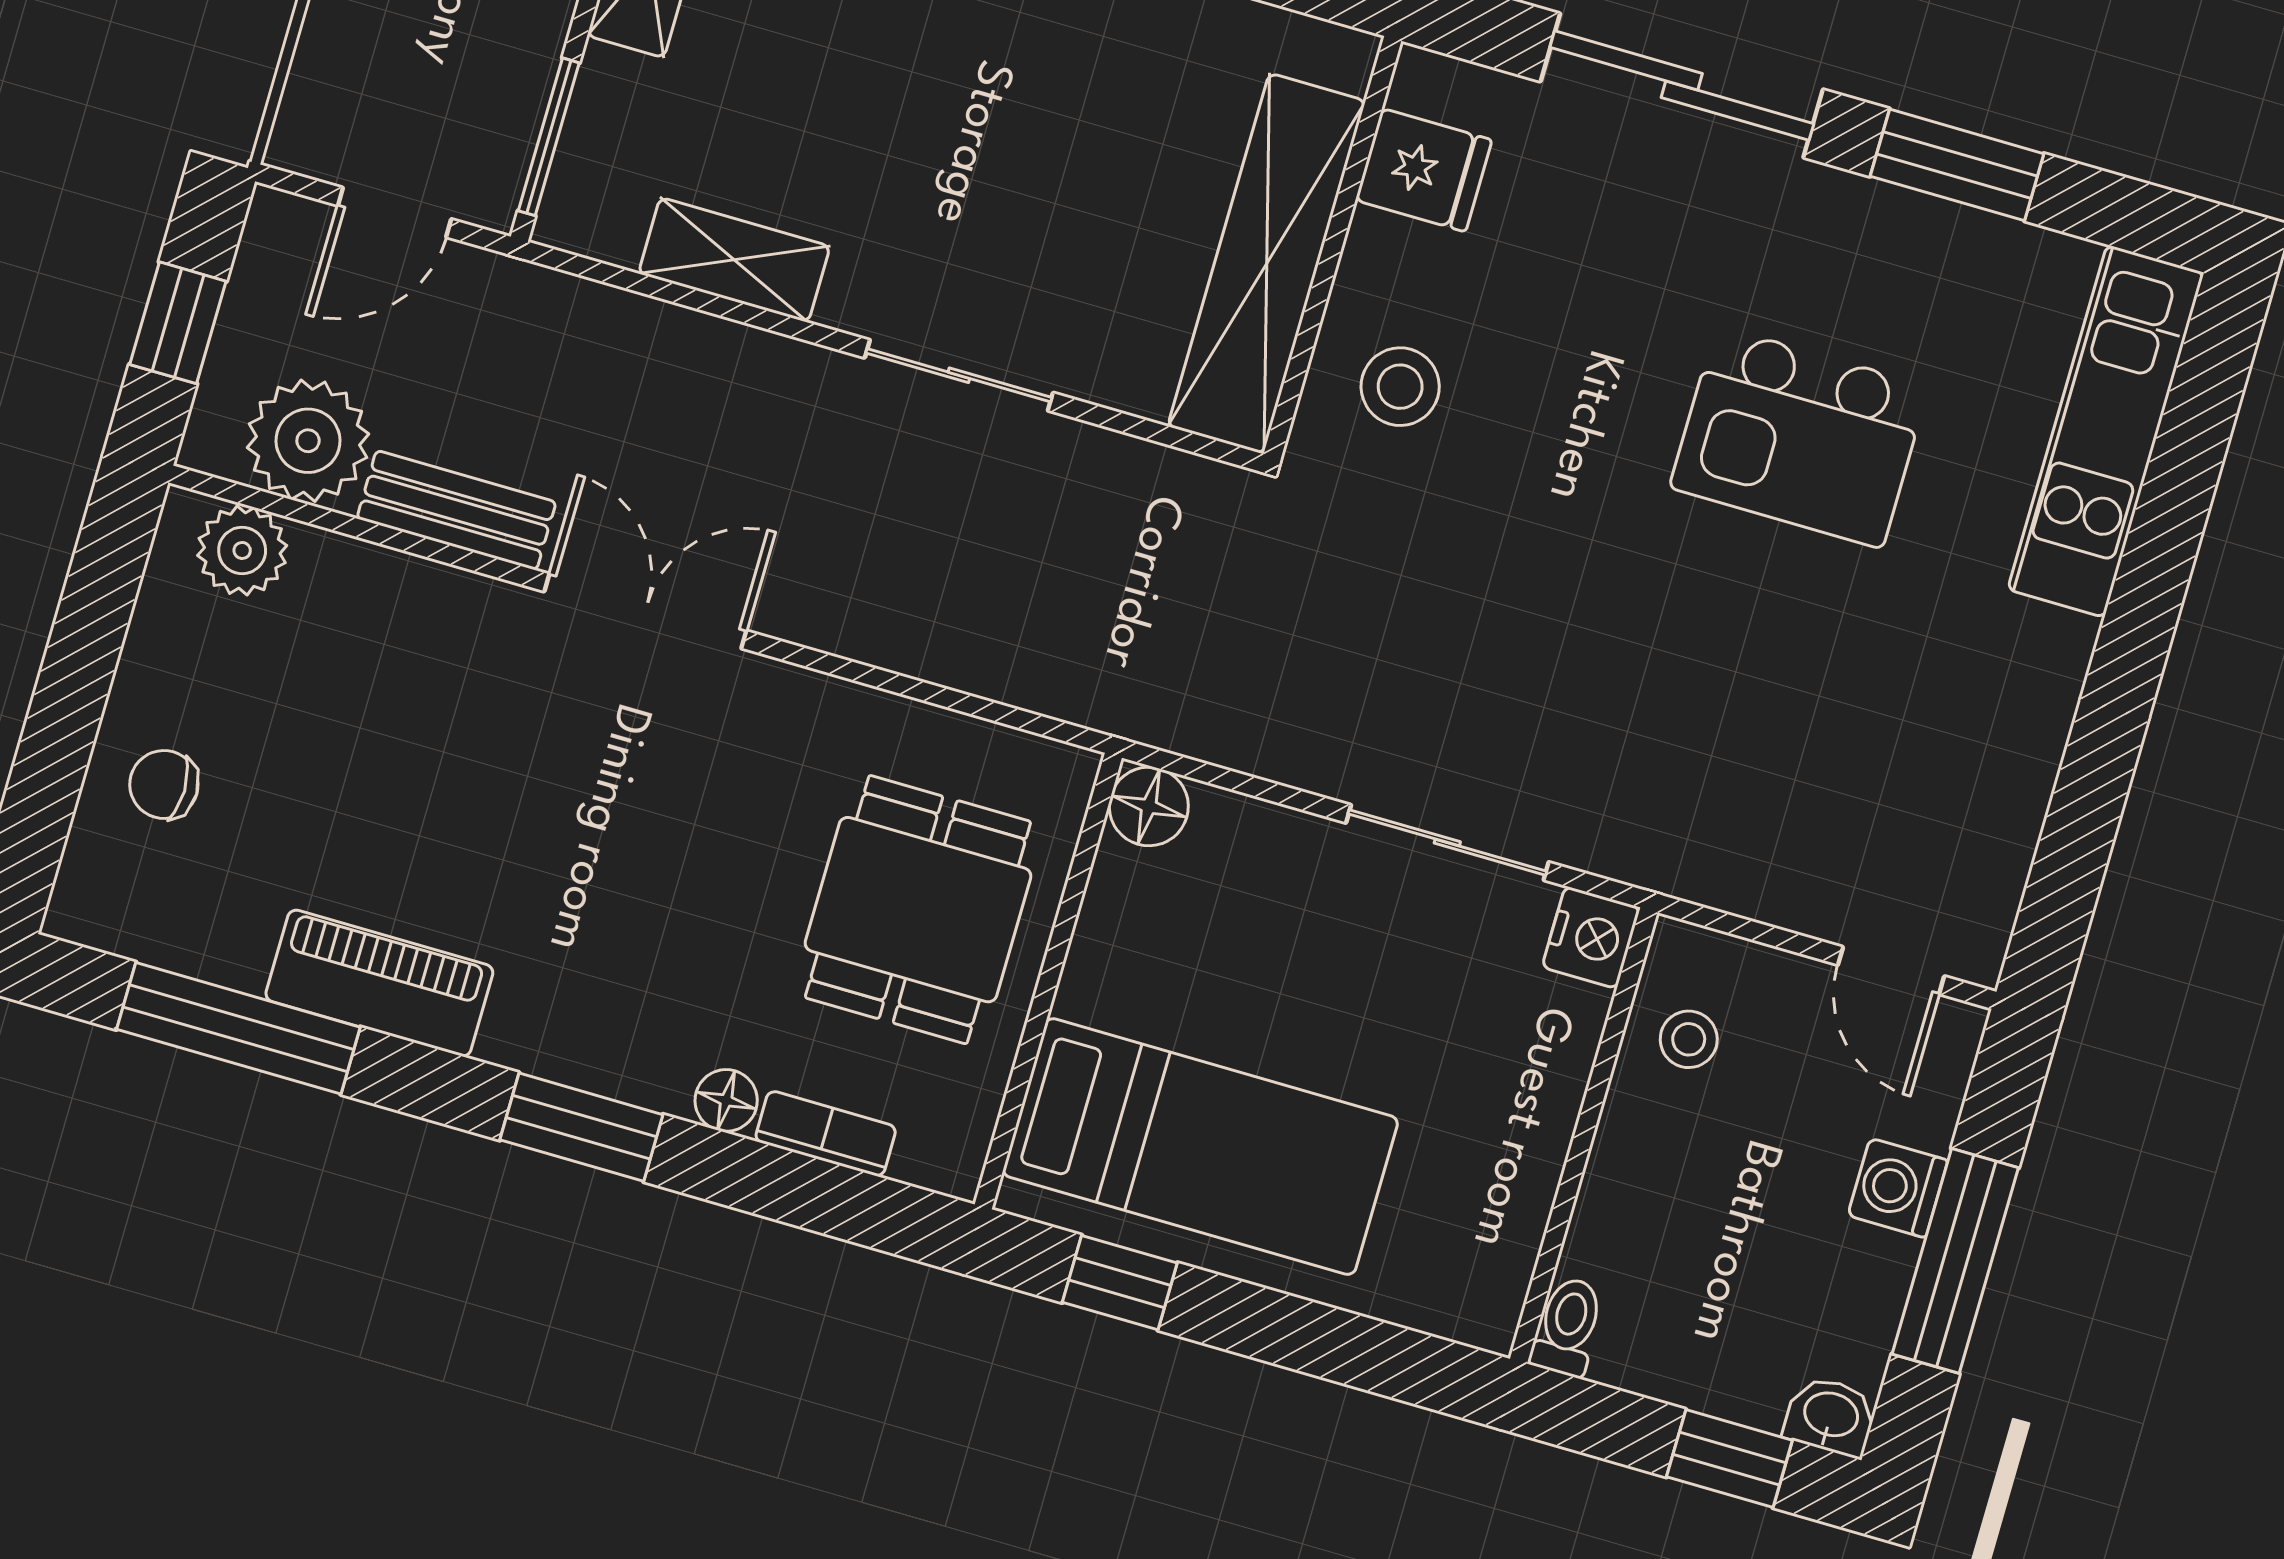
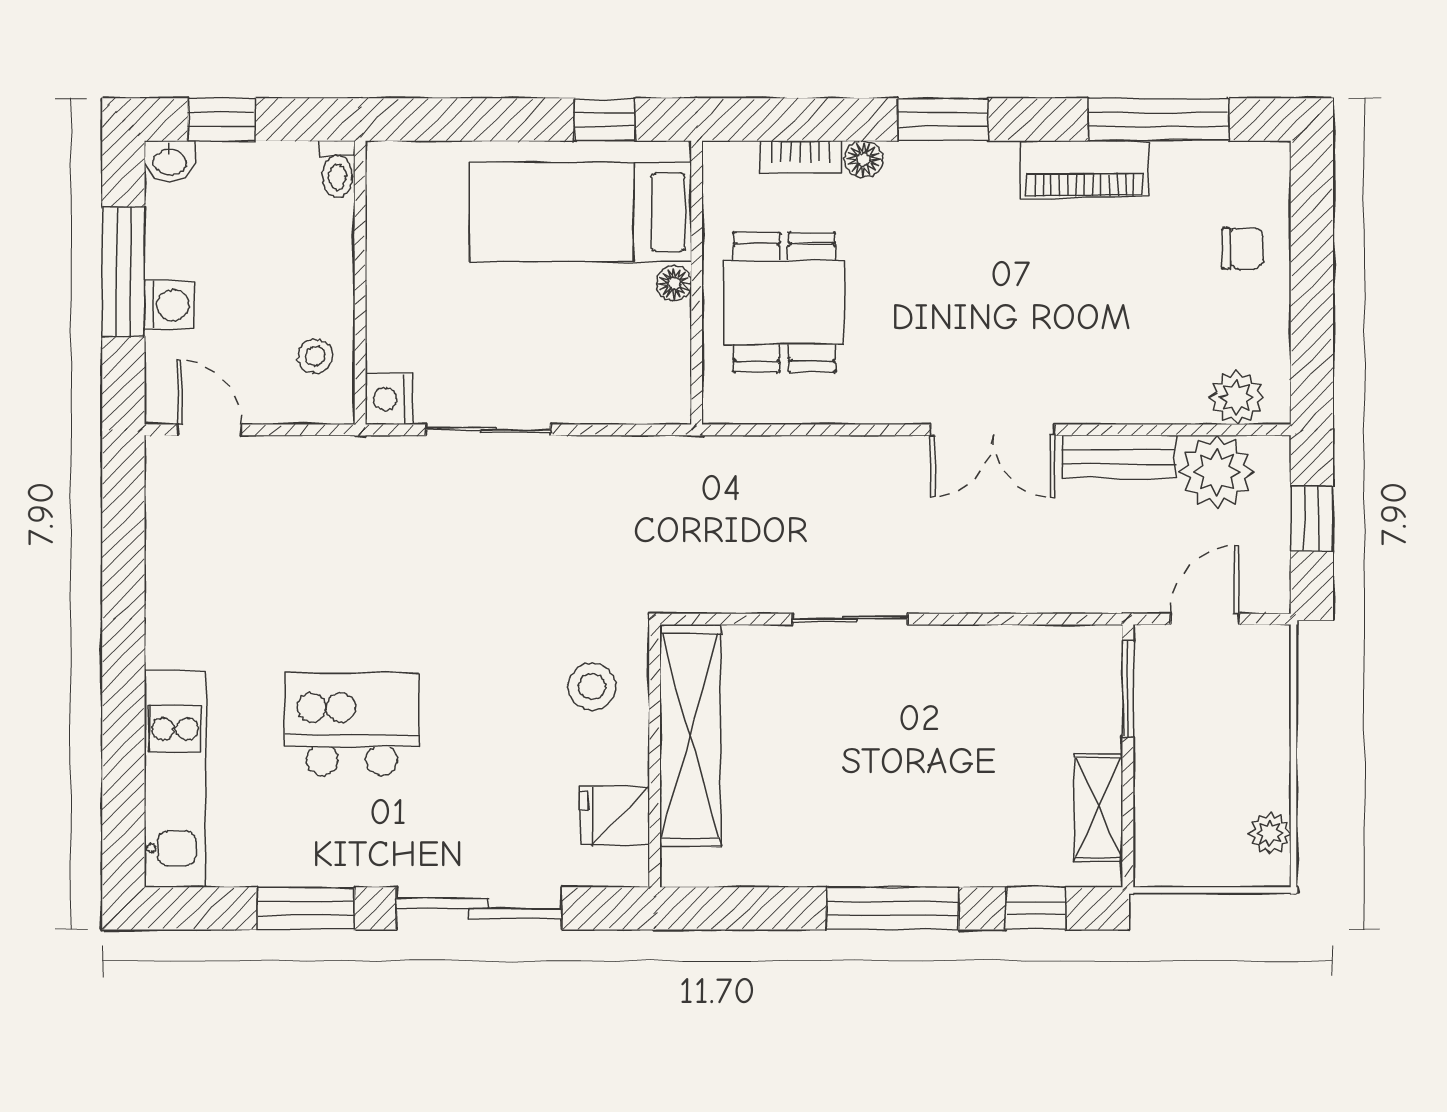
shelving: (734, 260) -> (1000, 648), removed
floor lamp: (1149, 806) -> (674, 283), moved, width x0.73, depth x0.73

